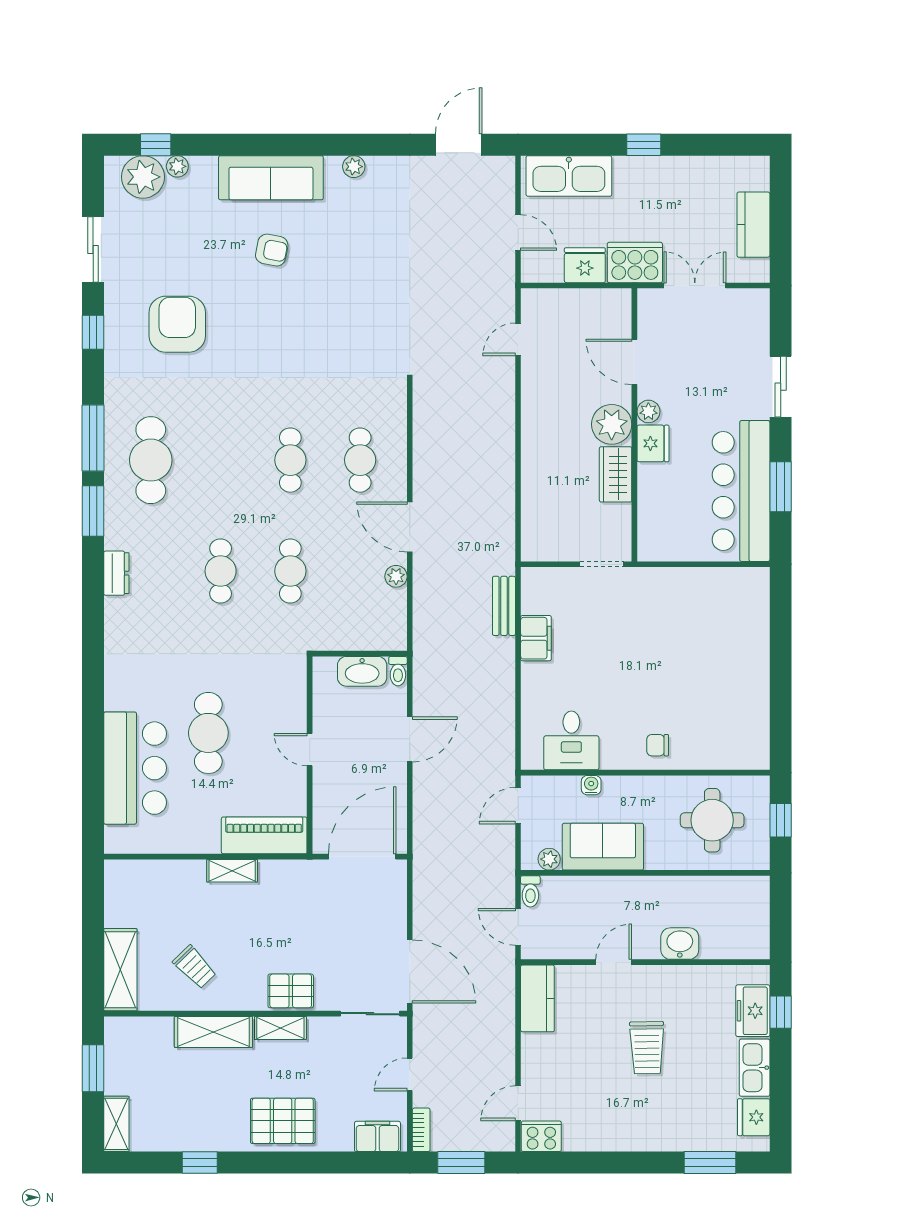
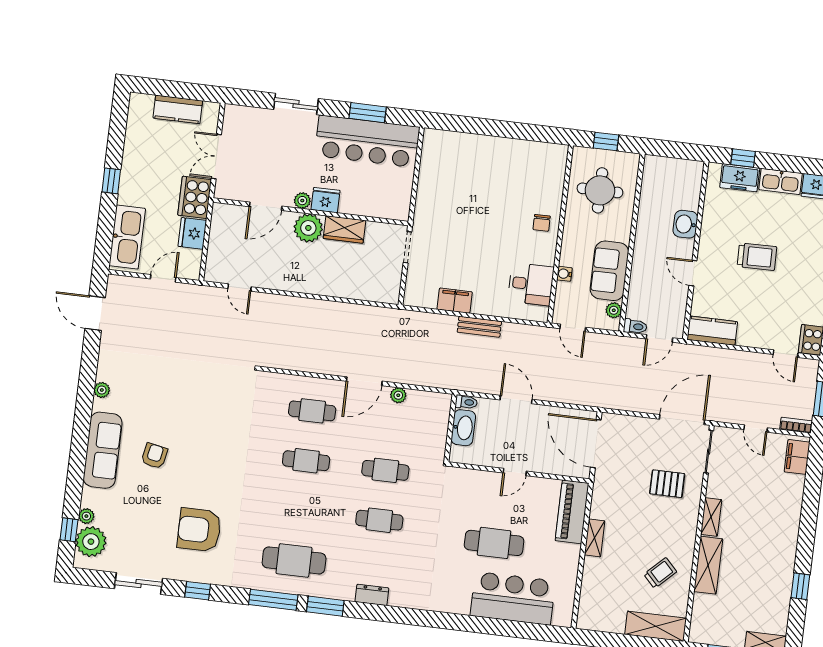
bench: (504, 606) -> (479, 327), moved
pallet: (291, 991) -> (667, 484), moved, turned 90
pallet: (283, 1121) -> (778, 523), removed

